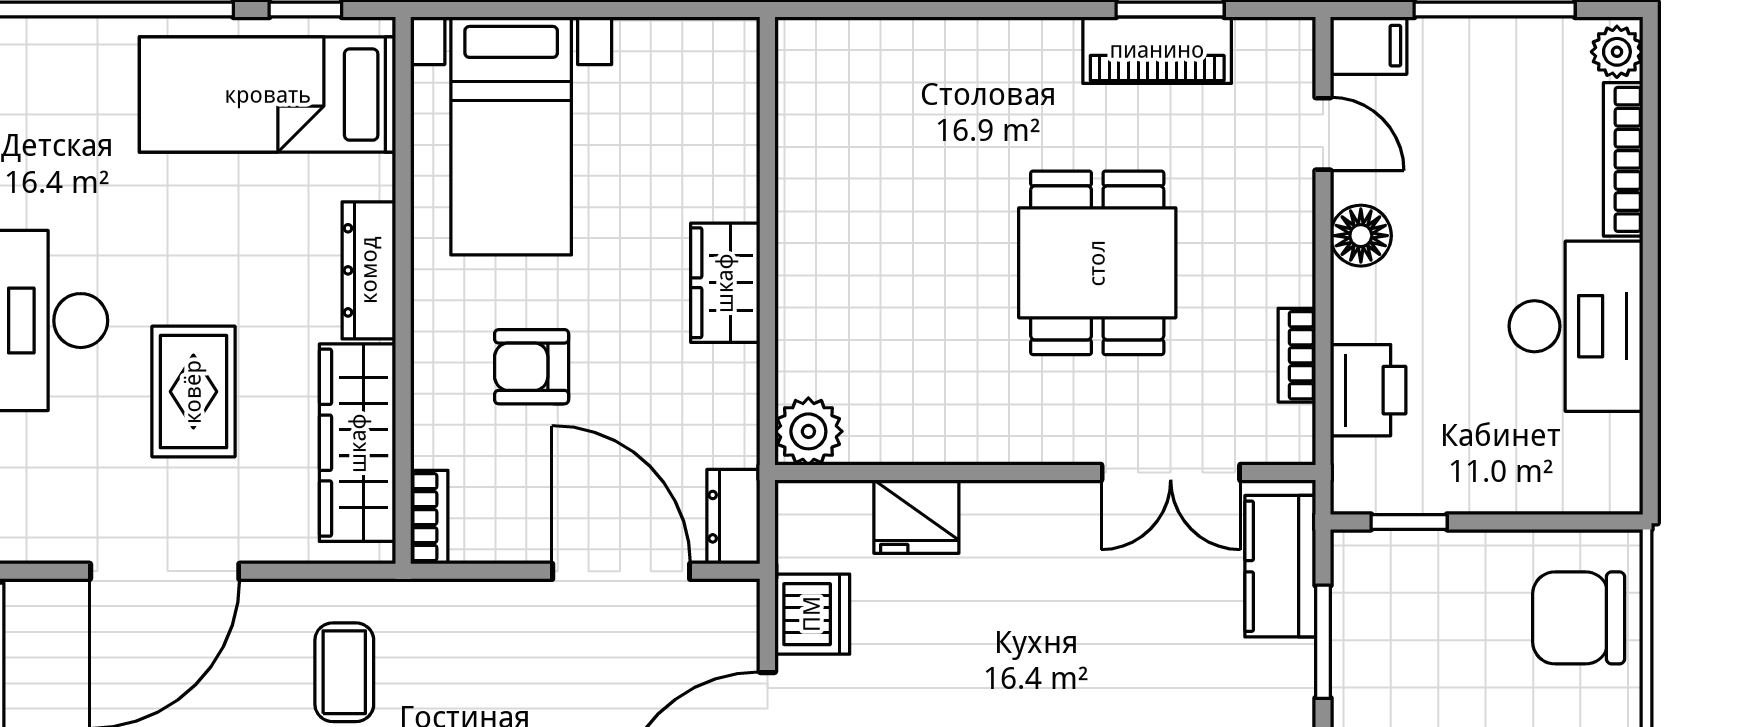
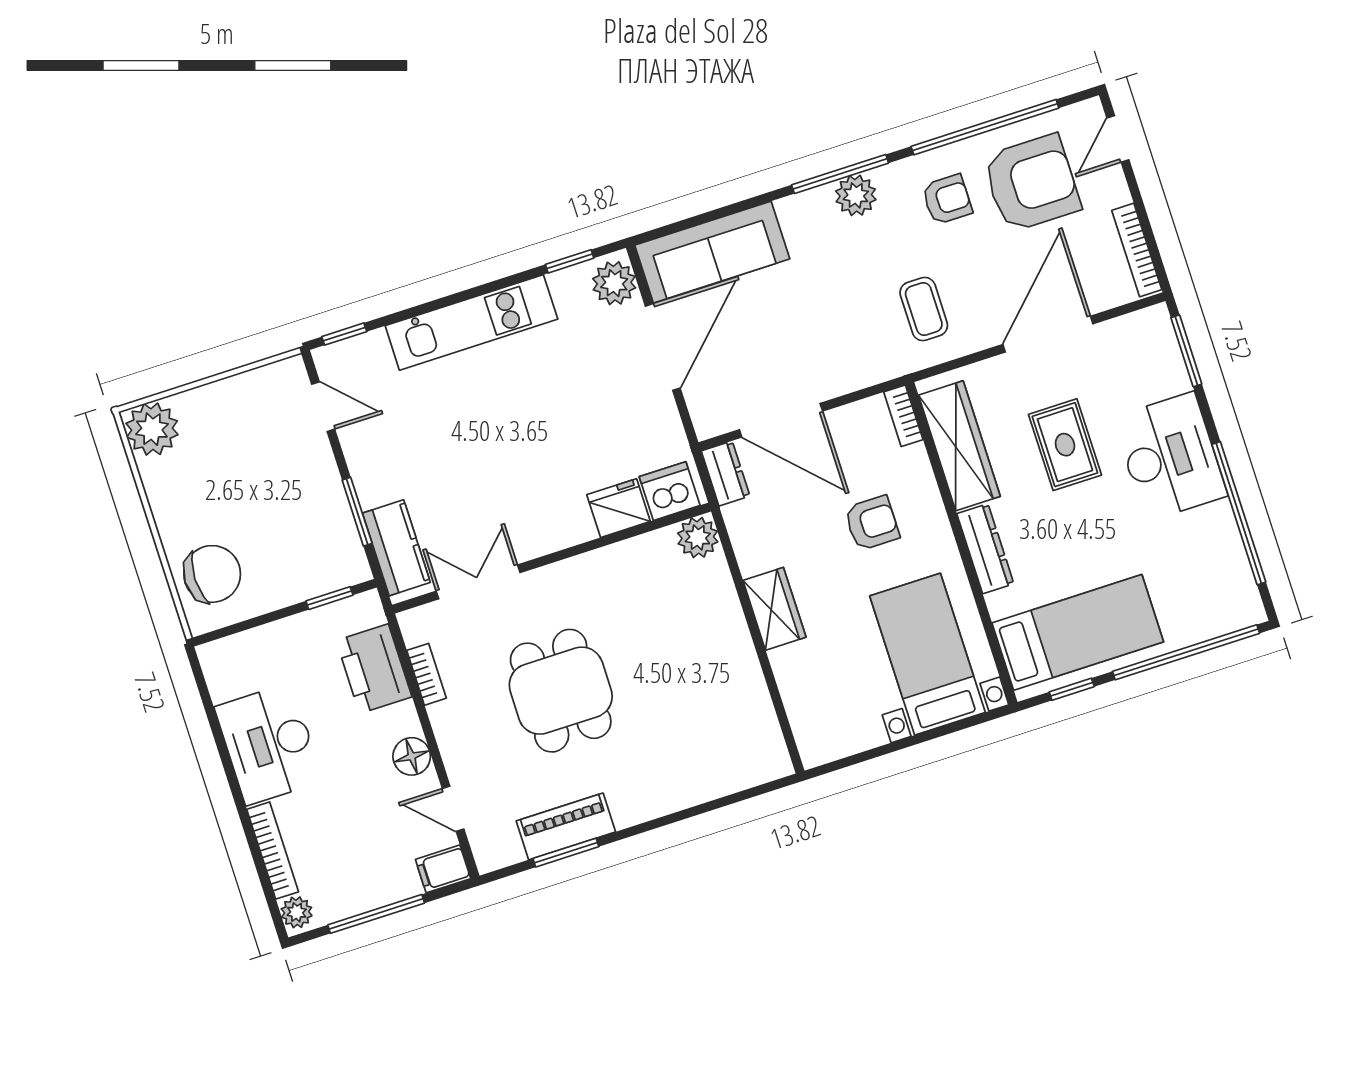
printer: (1368, 390) -> (374, 669), width x1.37, depth x1.19
dishwasher: (812, 614) -> (670, 491), moved, turned 90

